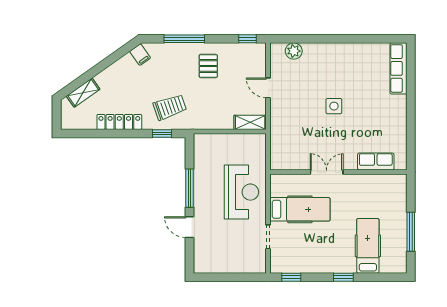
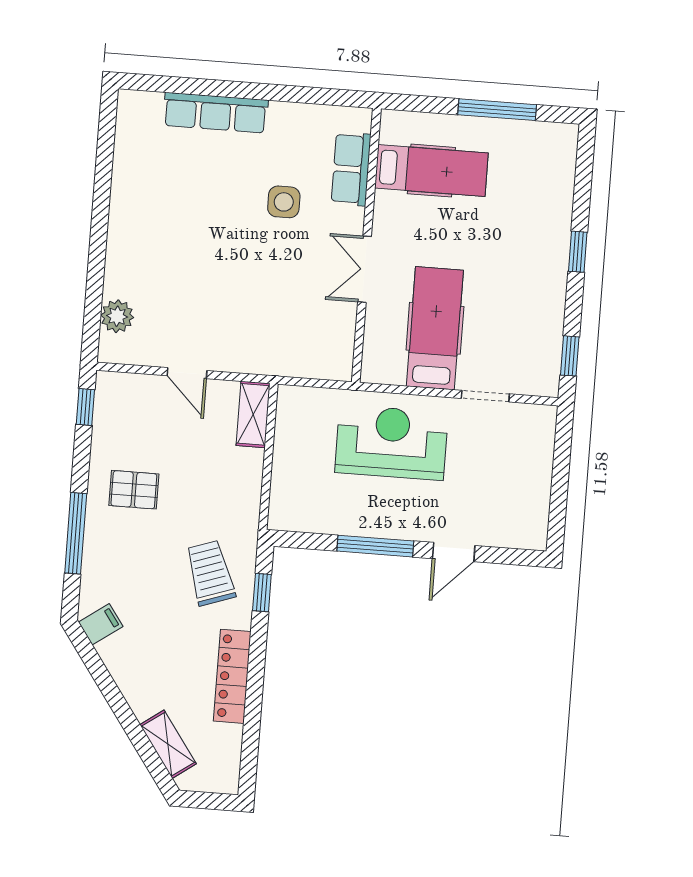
row of seats: (399, 68) -> (216, 113), moved
door: (268, 88) -> (187, 373), hinge flipped
side table: (334, 106) -> (284, 202), moved
hospital bed: (368, 246) -> (431, 171), moved, turned 180

